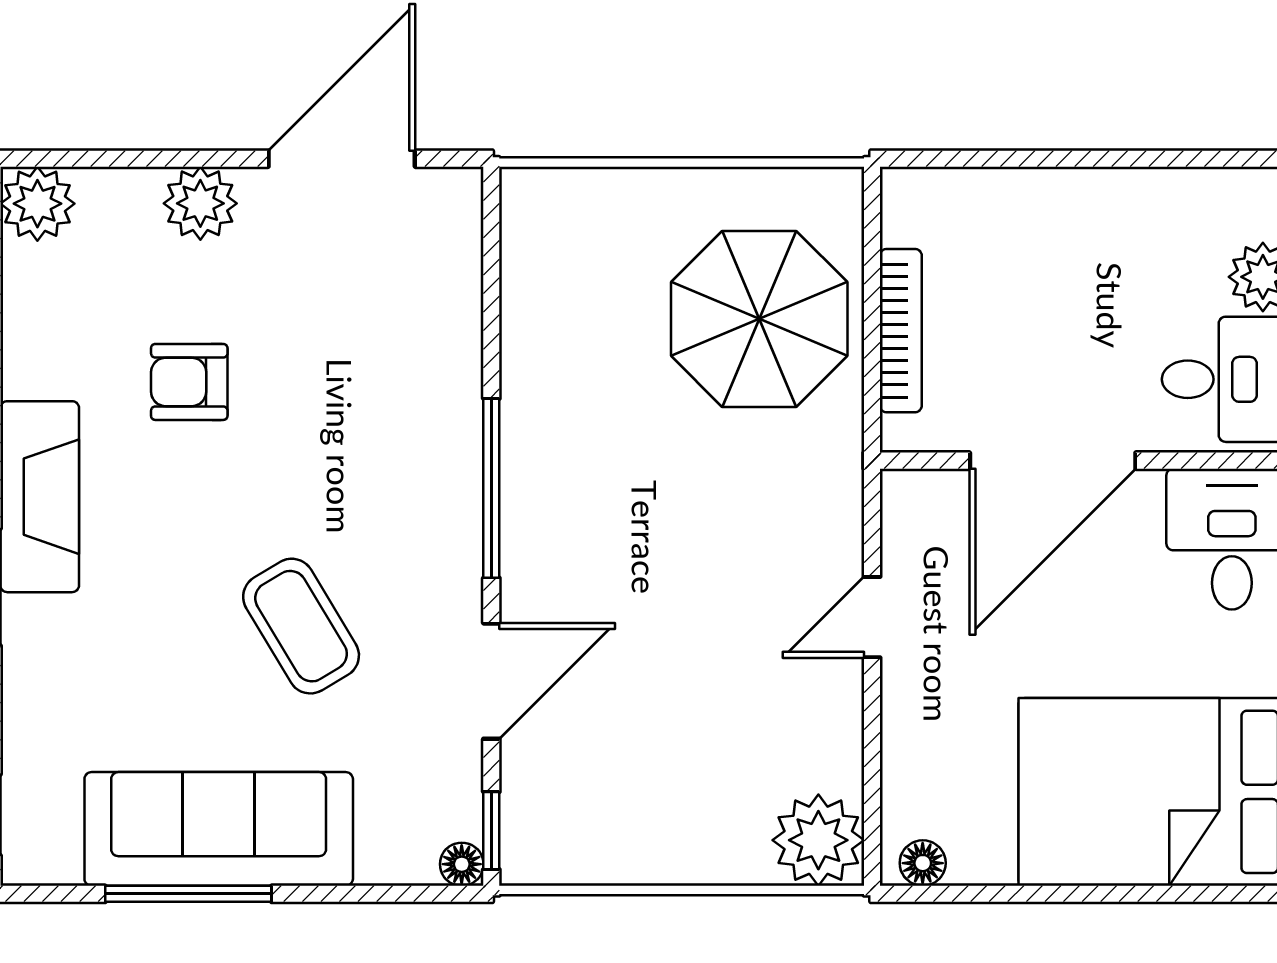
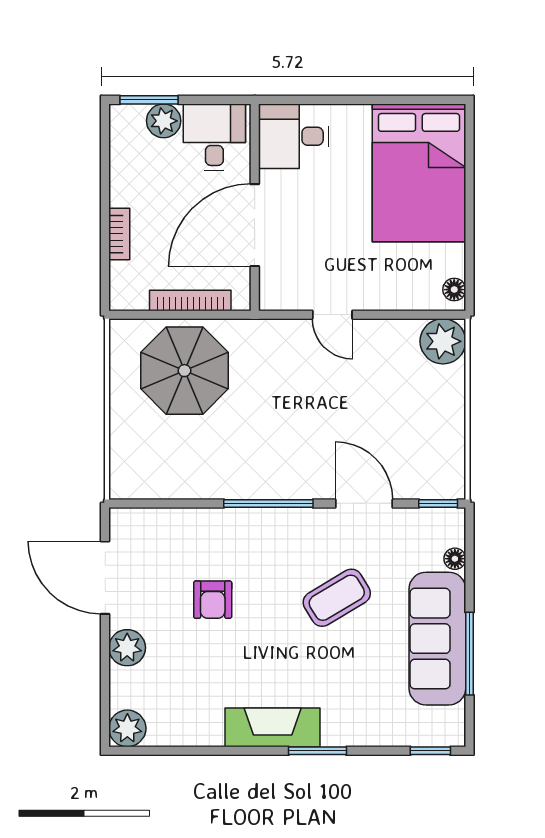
bookcase: (1035, 187) -> (119, 234), added
armchair: (189, 382) -> (213, 600), moved
door: (1053, 461) -> (255, 225), swing flipped
floor lamp: (462, 864) -> (455, 559), moved

